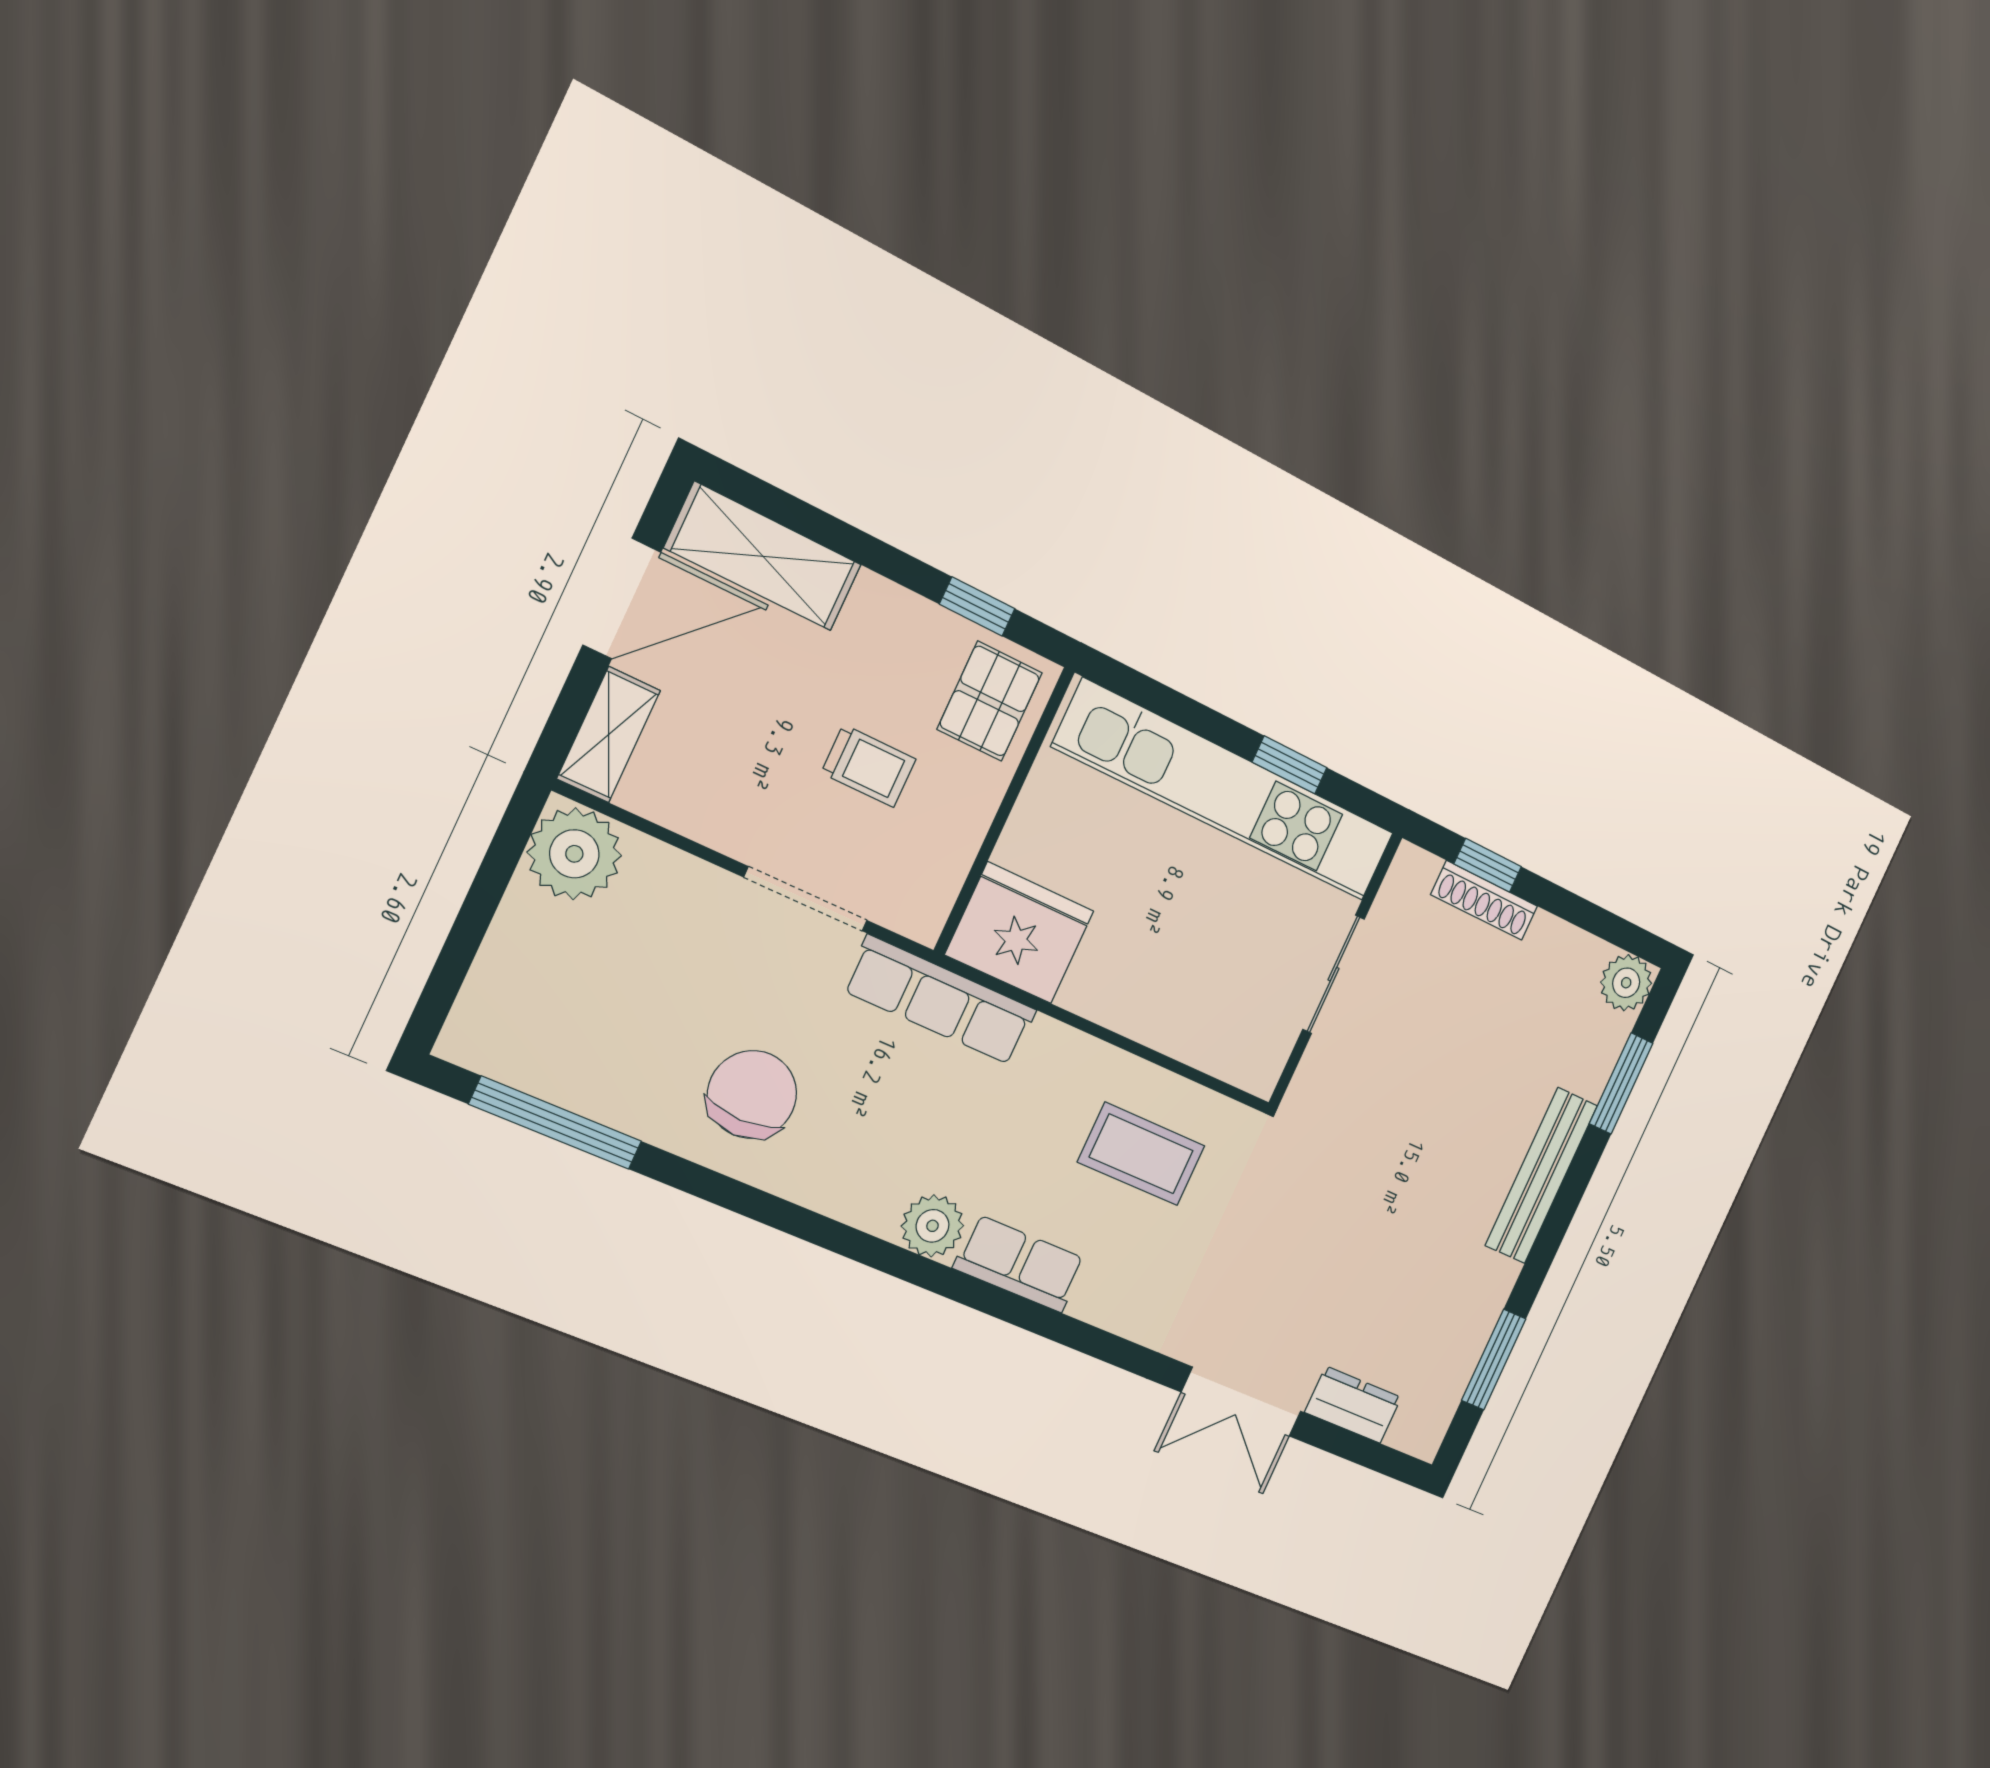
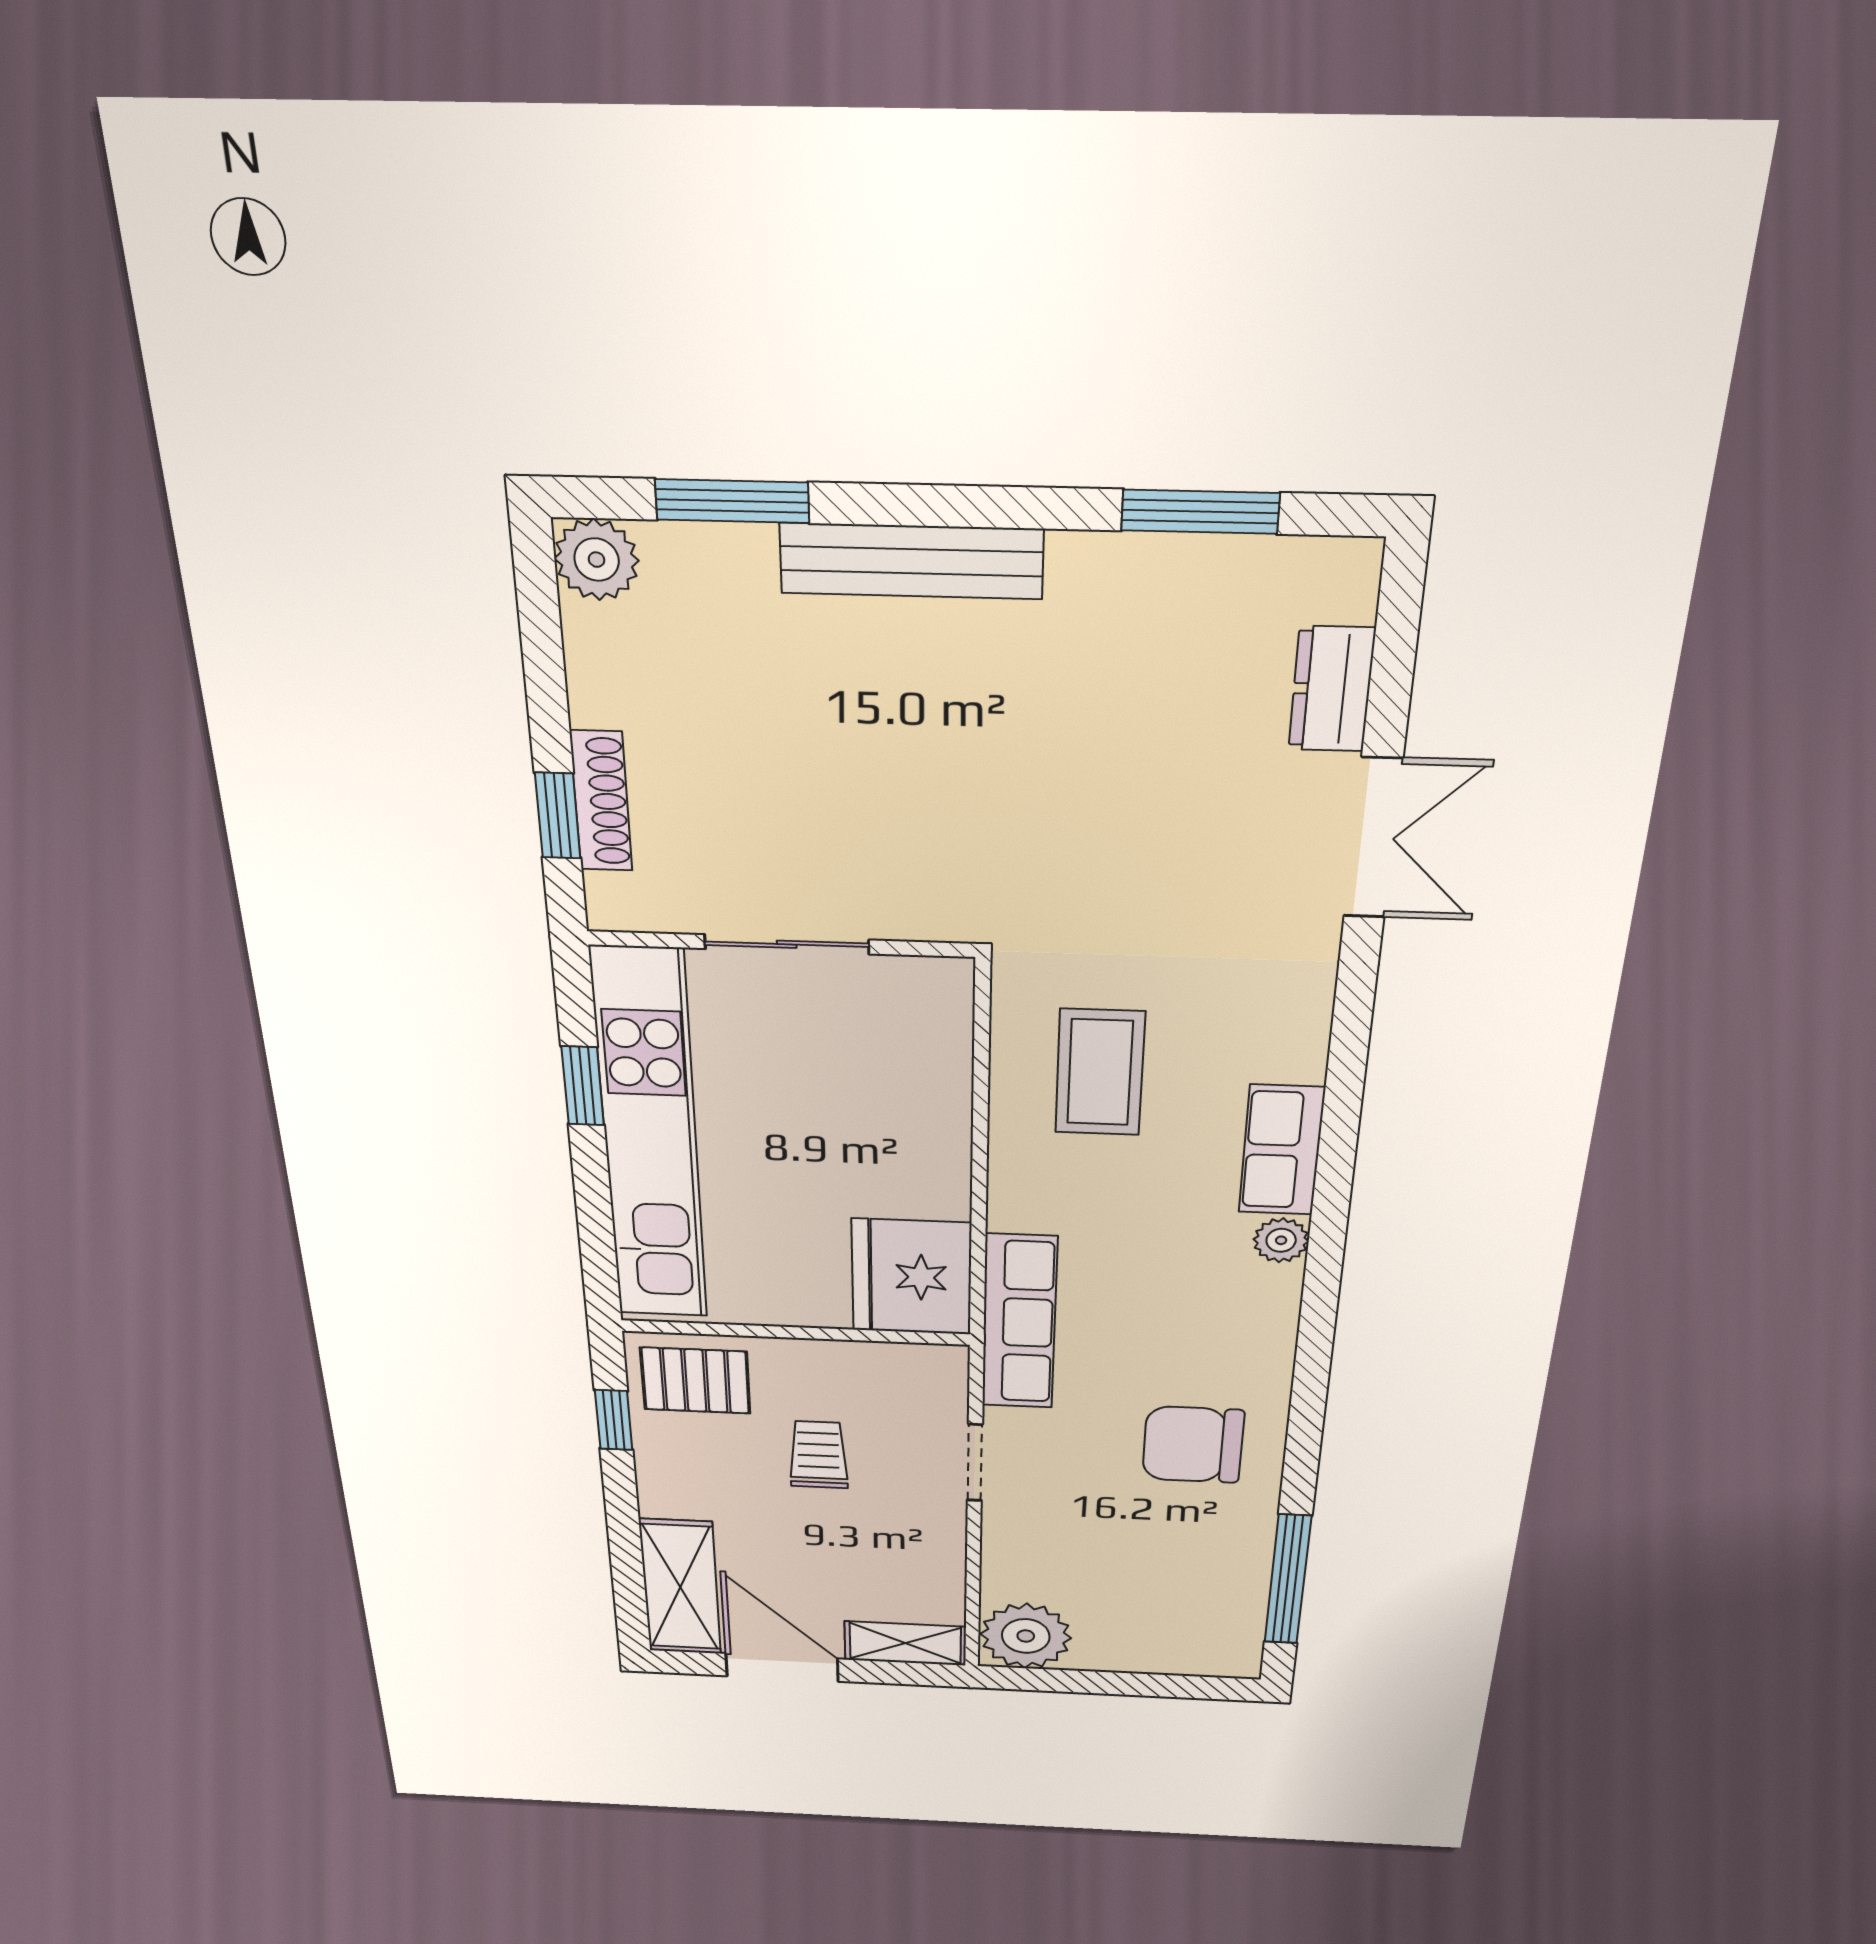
doorway: (806, 899) -> (975, 1463), width x0.73
plant: (932, 1226) -> (1281, 1240), width x0.73, depth x0.73

